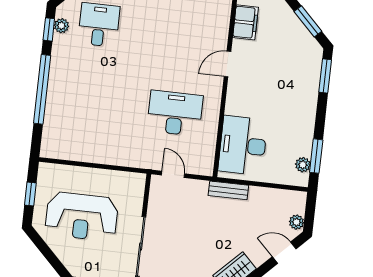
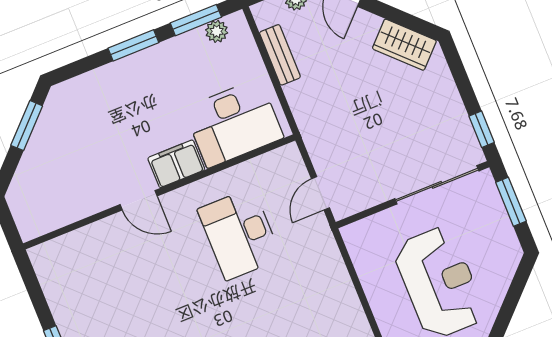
filing cabinet: (246, 22) -> (176, 164), moved
window: (325, 76) -> (133, 45), moved
bench: (228, 190) -> (280, 55), moved

